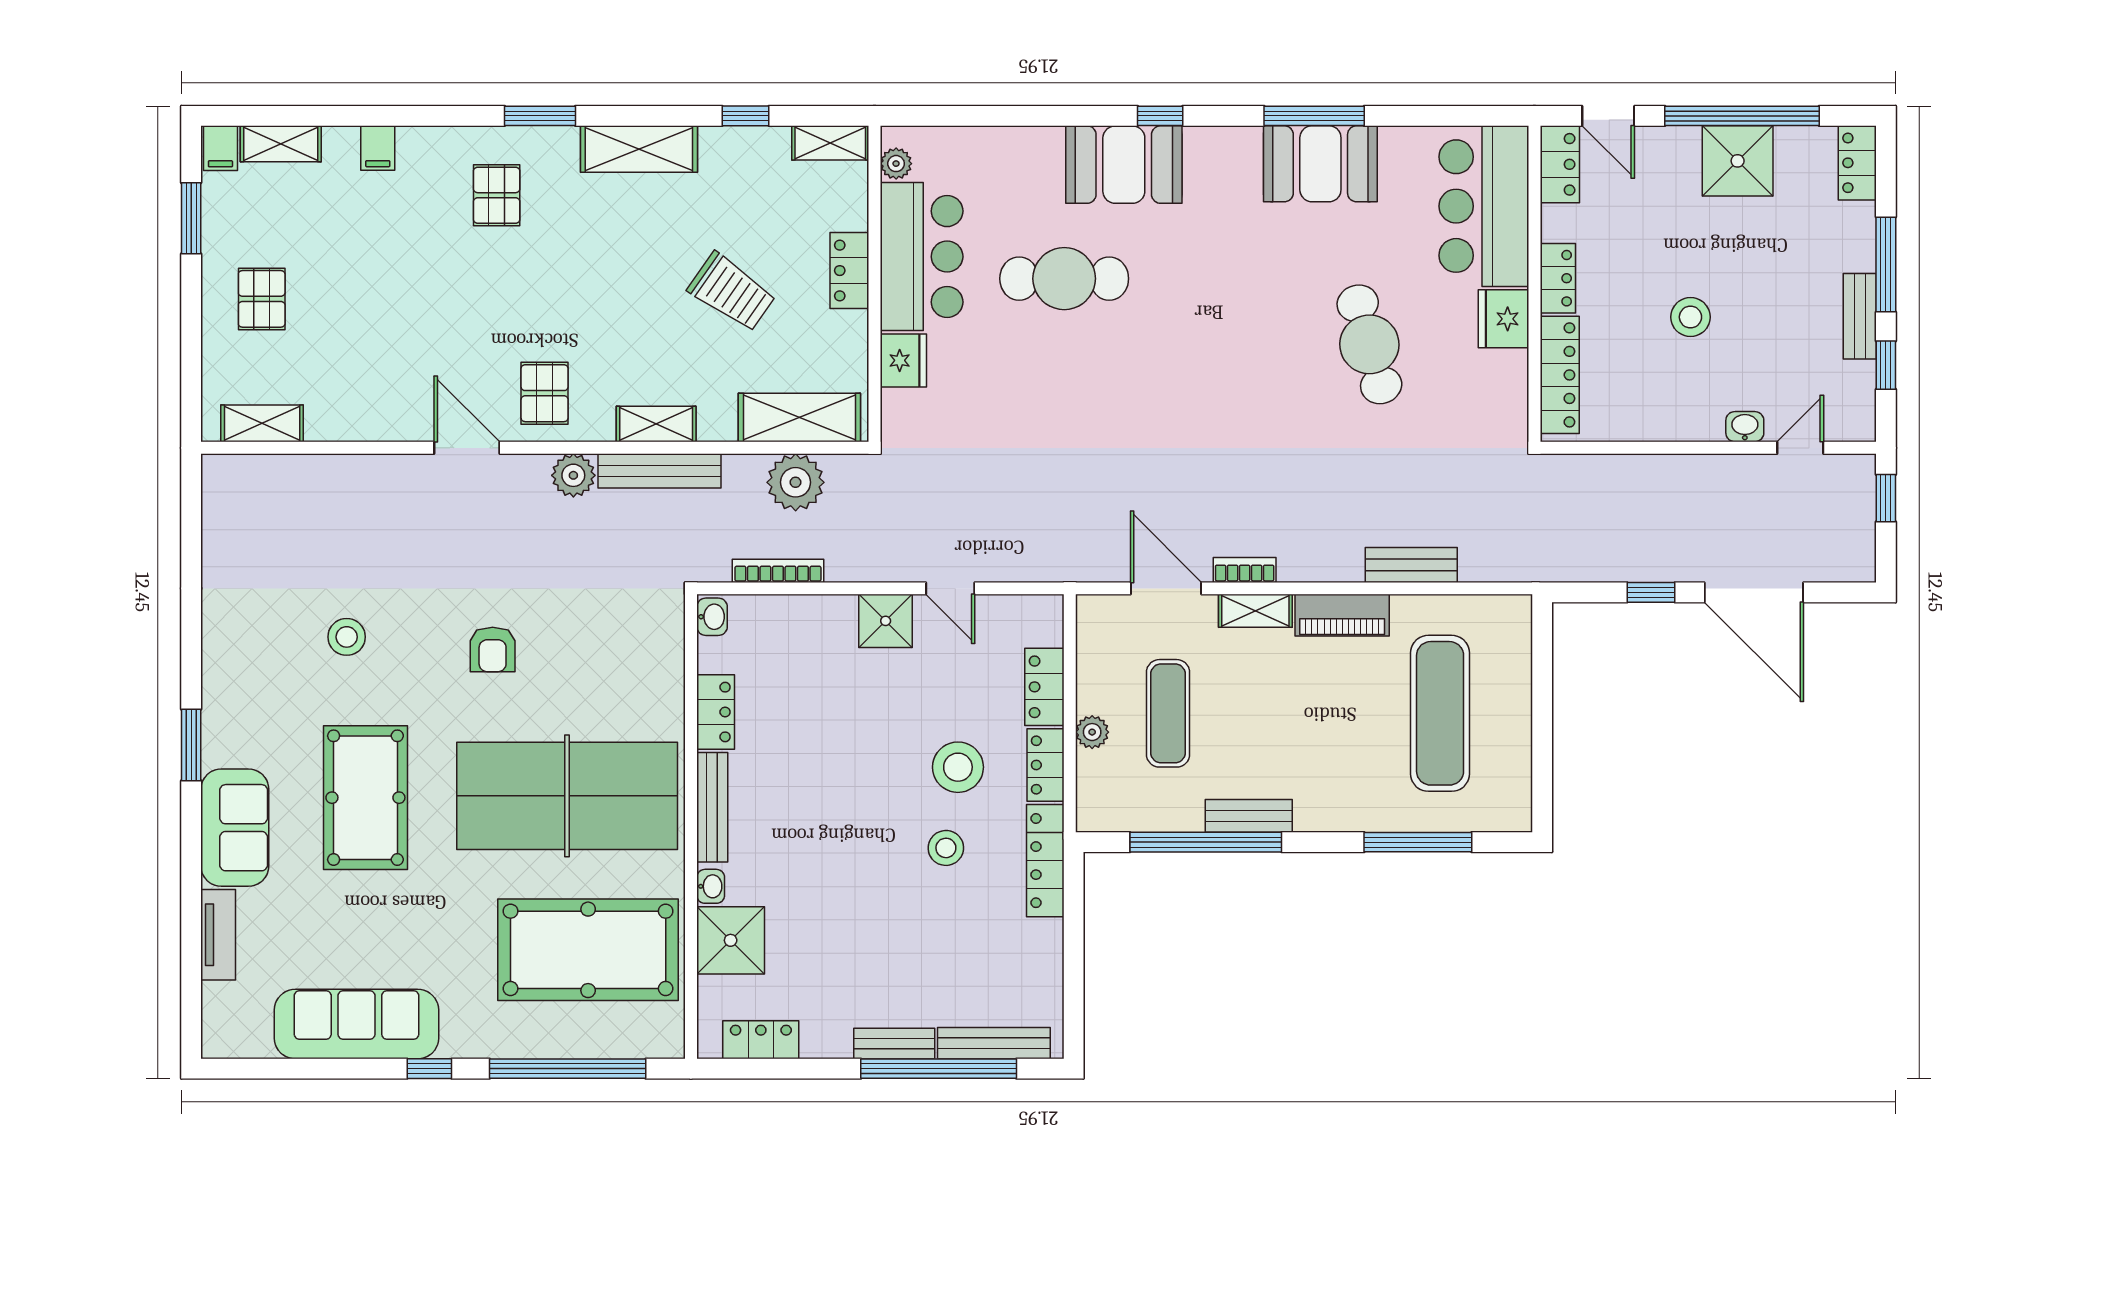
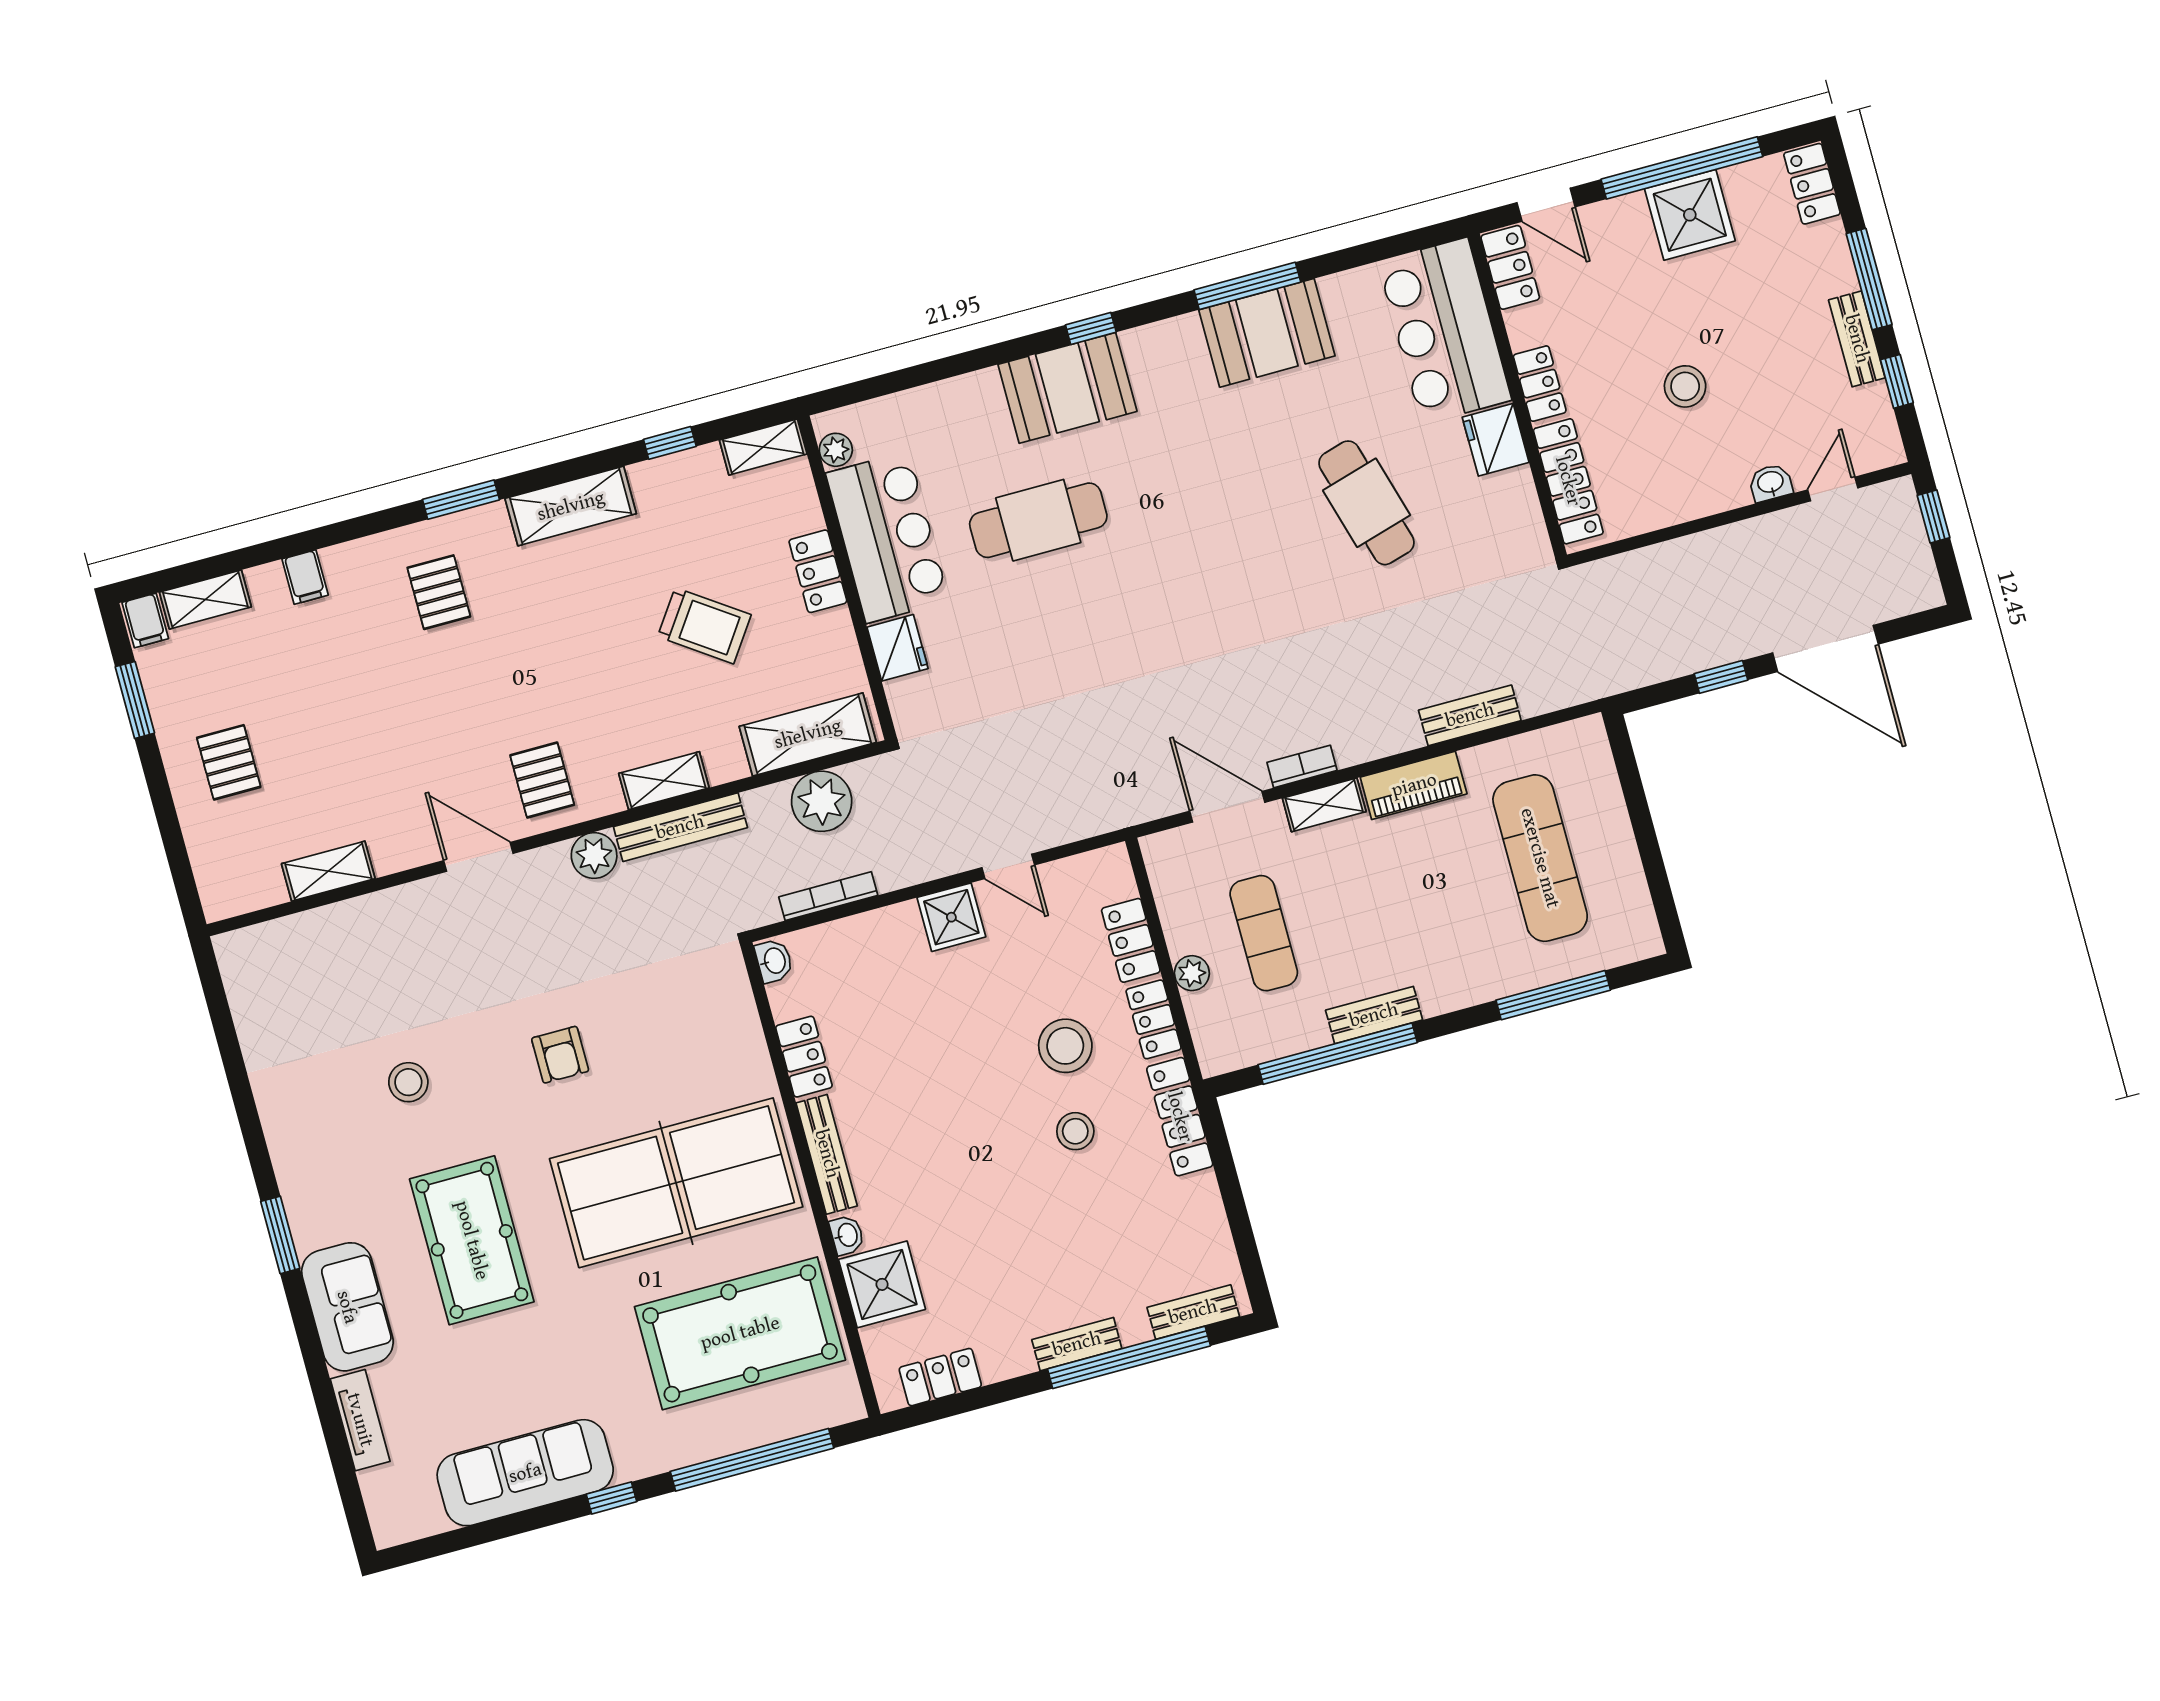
shelving: (262, 423) -> (328, 871), moved
bench: (994, 1043) -> (1193, 1312), width x0.73

